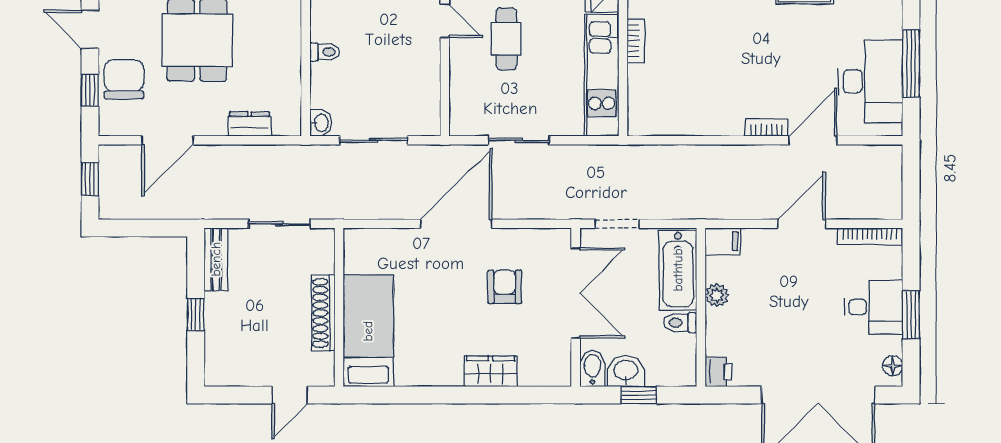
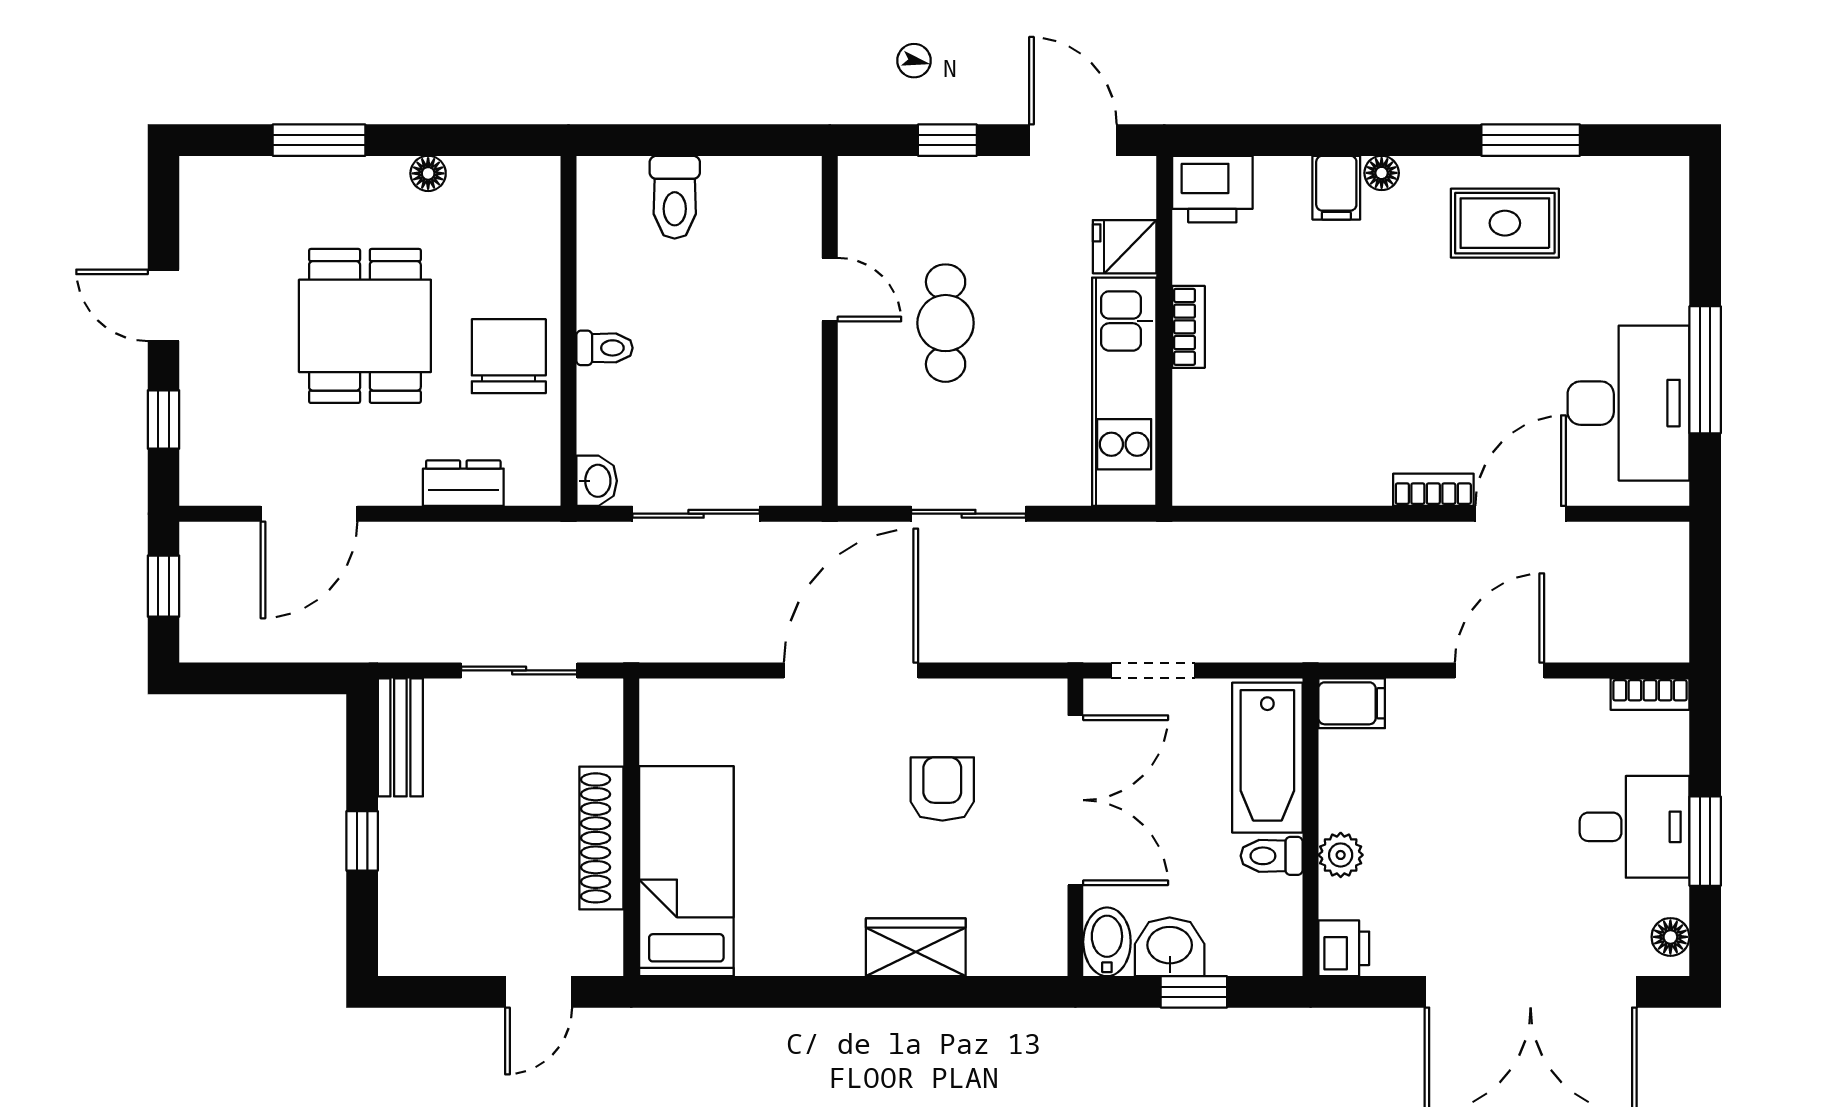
chair: (124, 79) -> (509, 356), moved
bookcase: (870, 236) -> (1650, 694), width x0.64
plant: (717, 295) -> (1341, 855), moved

